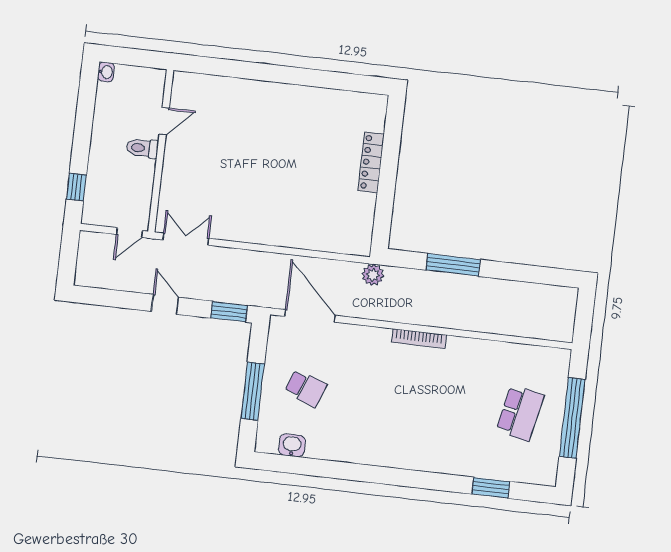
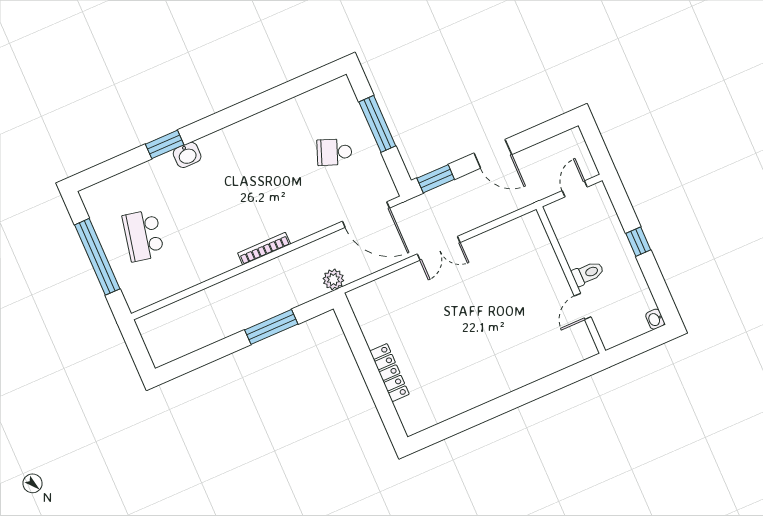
window: (76, 187) -> (638, 242), moved
door: (130, 233) -> (575, 189), moved
double door: (186, 239) -> (439, 248), moved
door: (165, 304) -> (493, 154), width x1.38
washbasin: (292, 445) -> (187, 155), moved
window: (491, 488) -> (165, 144), moved

